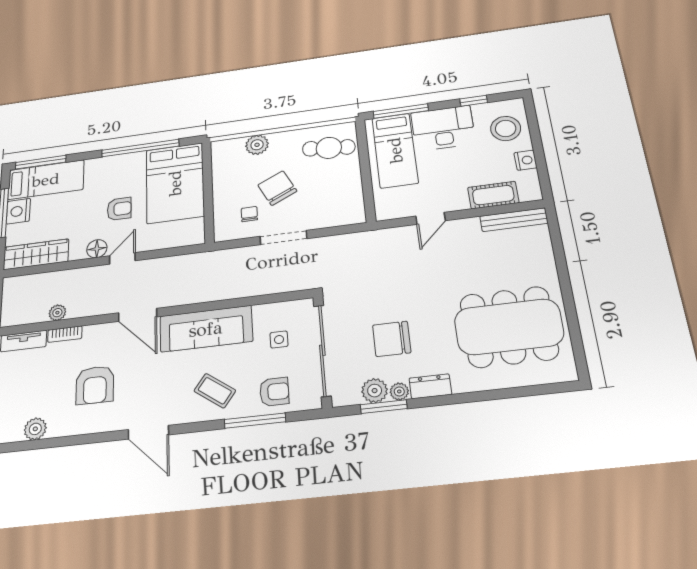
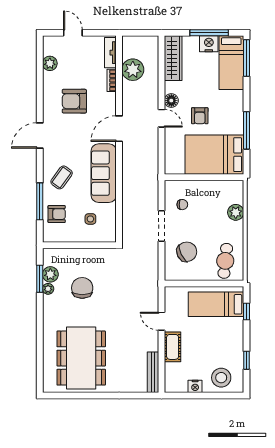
window: (401, 111) -> (247, 312), width x0.46
desk: (443, 128) -> (228, 338), removed
window: (140, 148) -> (247, 130), width x0.68
chair: (277, 188) -> (187, 252), moved
cot: (493, 195) -> (173, 347), moved
plant: (57, 313) -> (133, 70), width x1.87, depth x1.87
sliding door: (322, 350) -> (80, 245), removed
dresser: (430, 386) -> (49, 307), removed
armchair: (274, 392) -> (57, 214), turned -90

